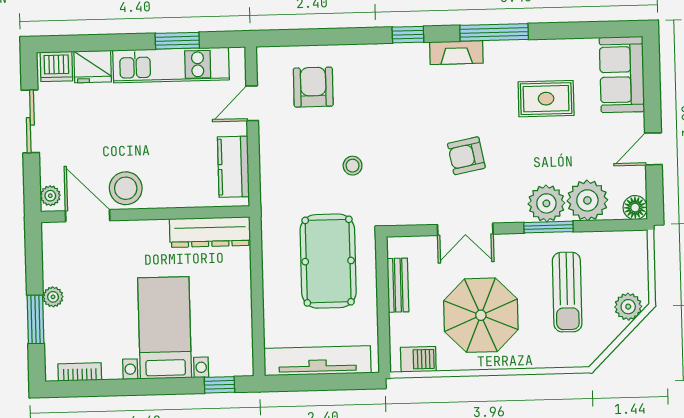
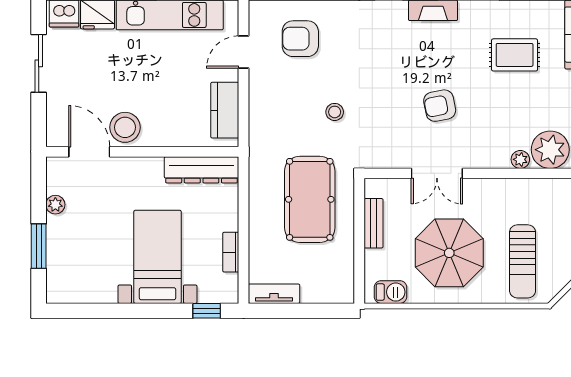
armchair: (313, 87) -> (300, 39), turned -90
plant: (50, 196) -> (55, 132), removed
plant: (546, 203) -> (520, 159), width x0.53, depth x0.53
window: (549, 227) -> (514, 173), removed
sun lounger: (567, 292) -> (523, 261), moved
plant: (53, 297) -> (55, 205), moved
tv unit: (317, 361) -> (274, 294), width x0.52, depth x0.78
bookcase: (80, 372) -> (231, 252), moved, turned -90

